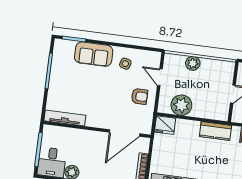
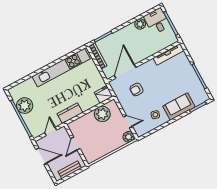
plant: (193, 63) -> (129, 137), moved
armchair: (139, 96) -> (136, 89), moved

